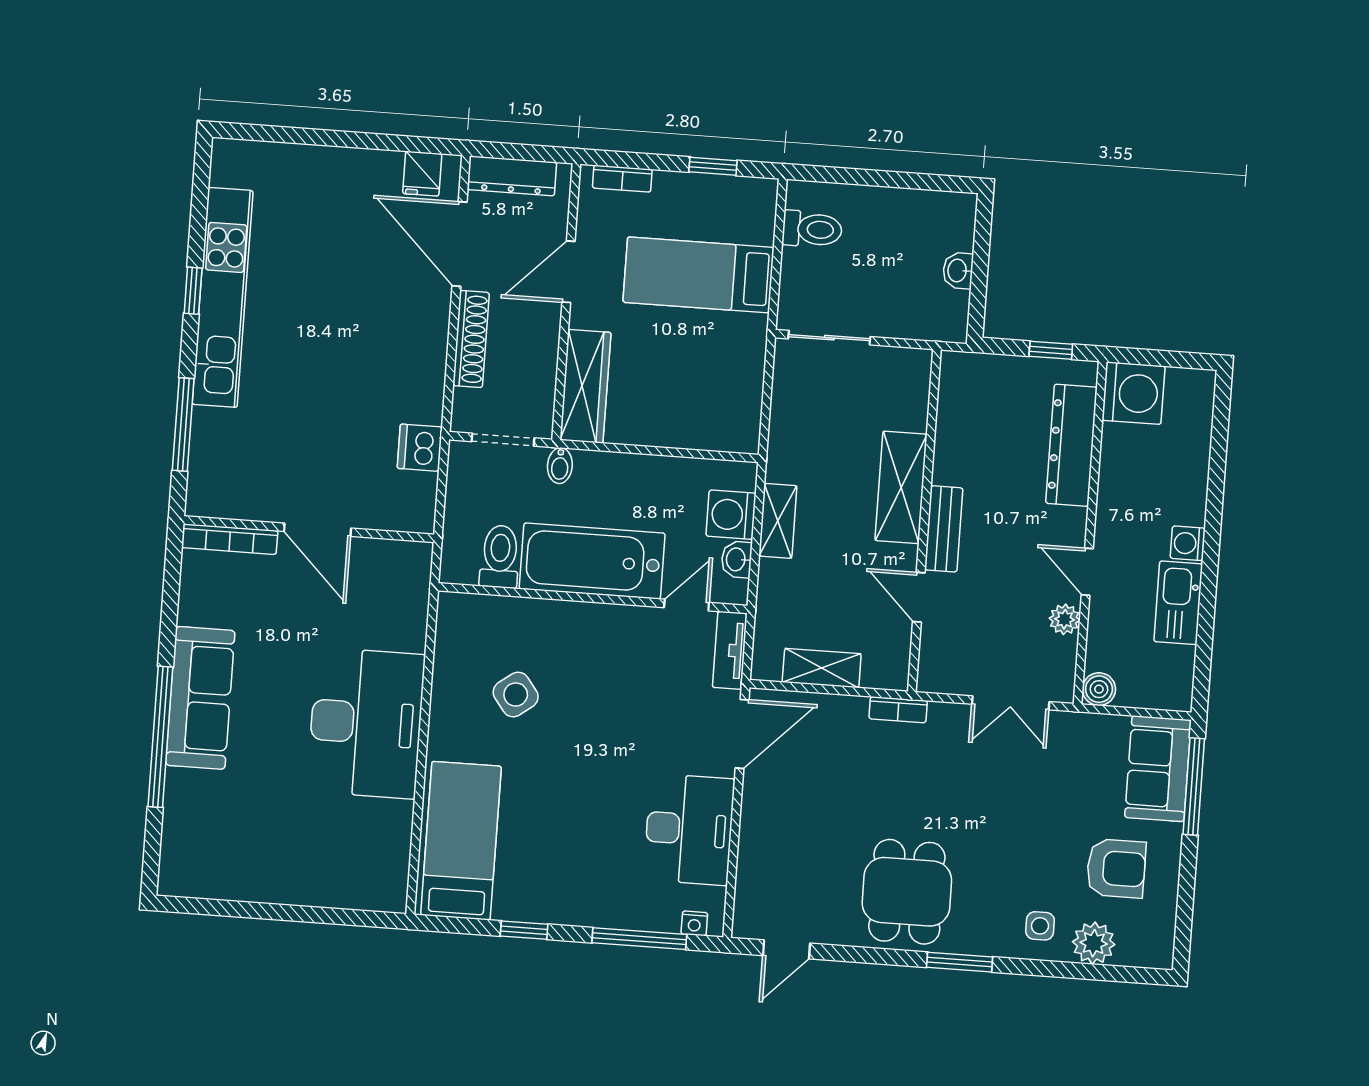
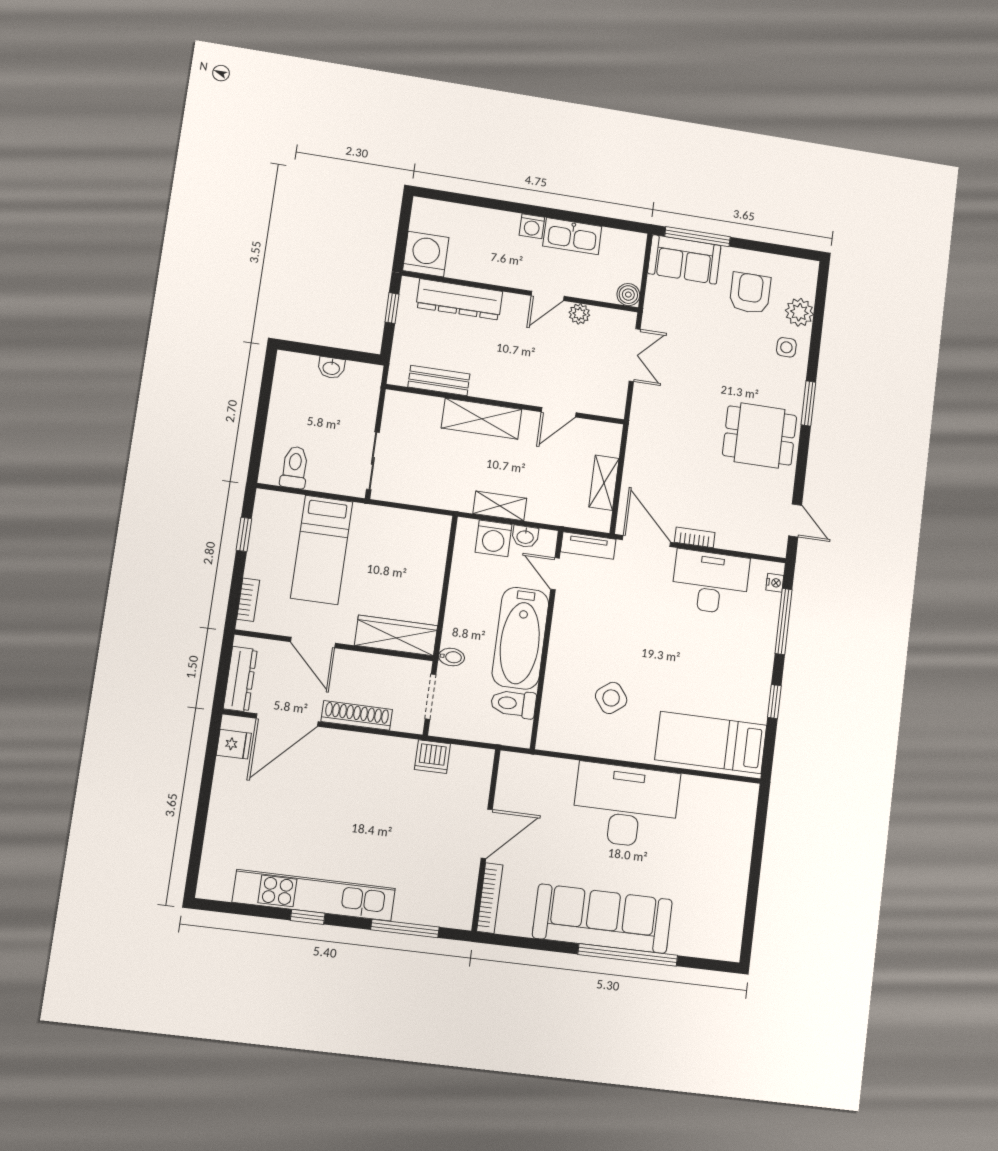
bench: (944, 529) -> (439, 381), moved
sofa: (200, 698) -> (602, 919), width x1.36, depth x1.27
bookcase: (898, 710) -> (695, 537), moved, turned -90

